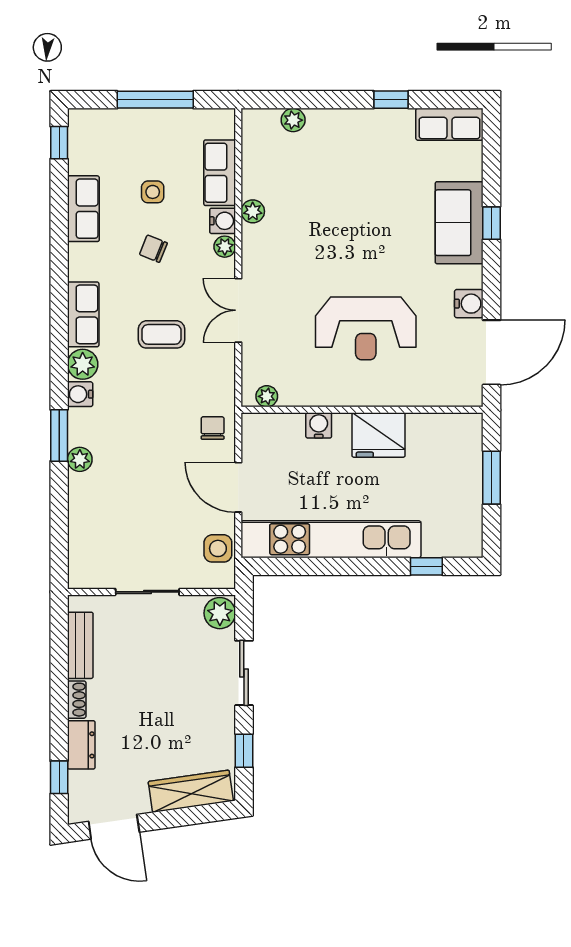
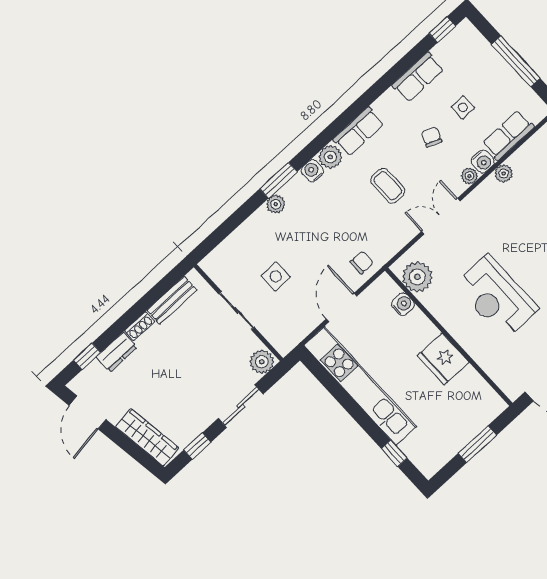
plant: (267, 396) -> (417, 277), width x1.88, depth x1.88
water cooler: (319, 425) -> (403, 304), moved
side table: (218, 548) -> (276, 276), moved

